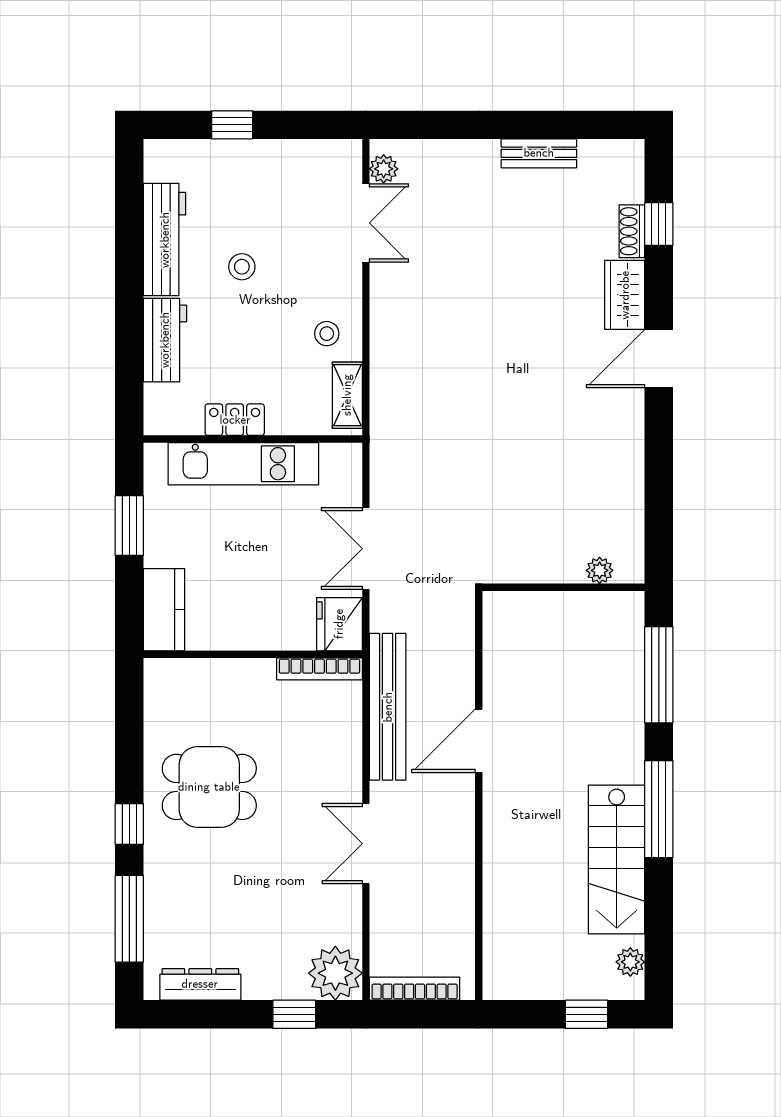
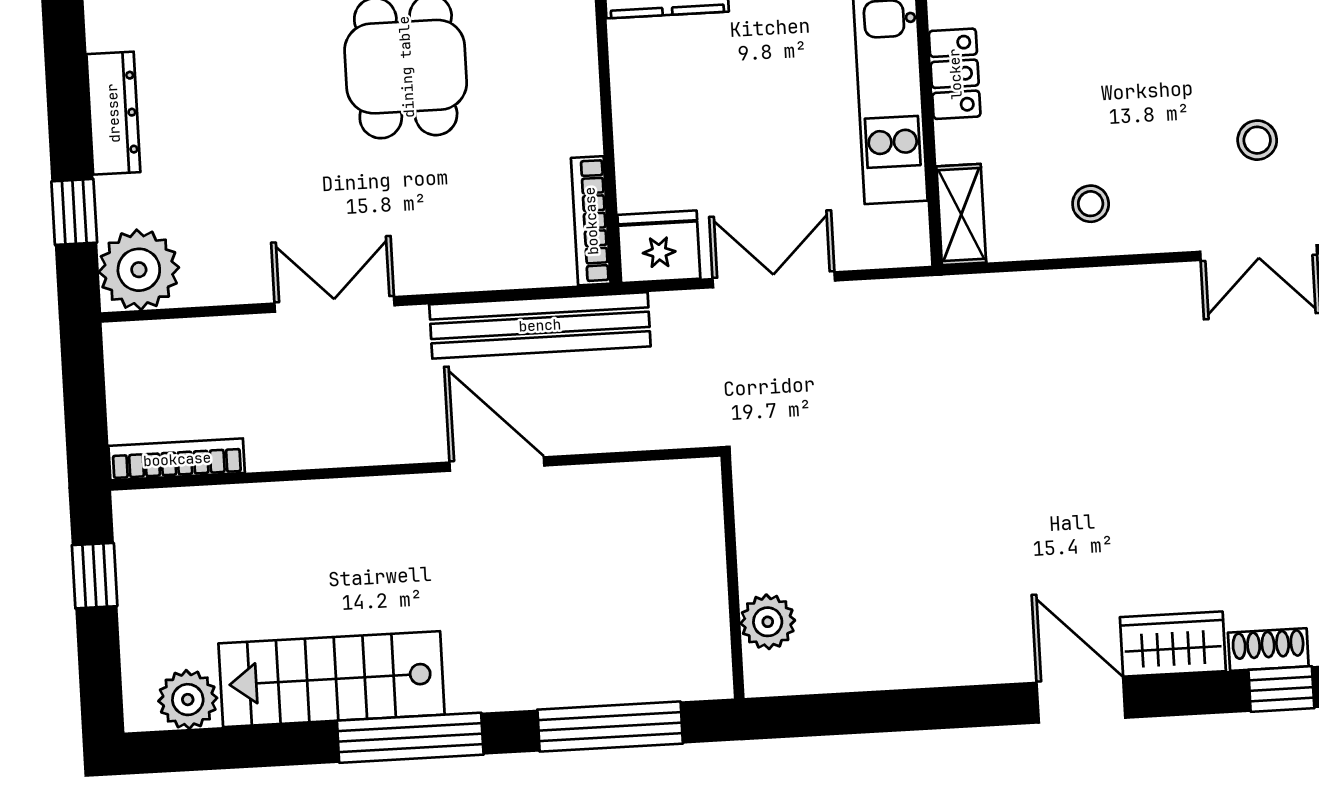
stool: (242, 267) -> (1257, 140), moved
shelving: (347, 395) -> (961, 215), moved, turned 90
plant: (600, 570) -> (768, 622), width x1.38, depth x1.38
plant: (630, 962) -> (188, 700), width x1.38, depth x1.38
dresser: (200, 984) -> (113, 113), moved
bookcase: (415, 989) -> (177, 459), moved, turned -90
window: (586, 1014) -> (95, 576), moved

